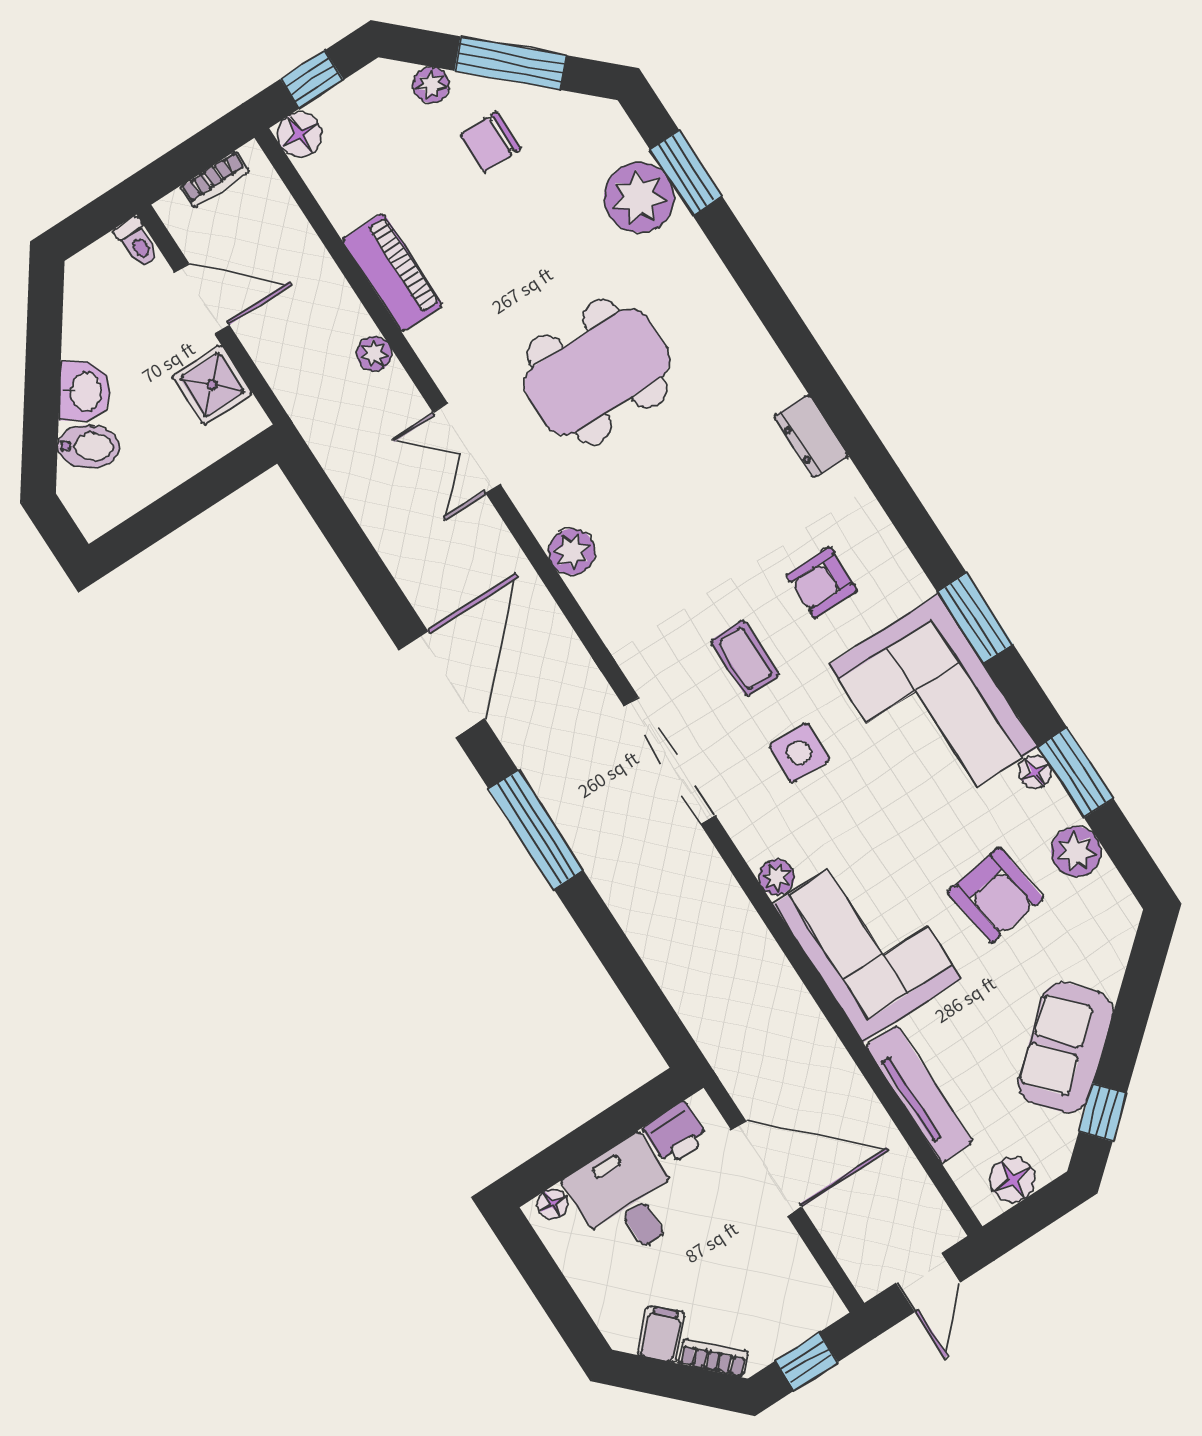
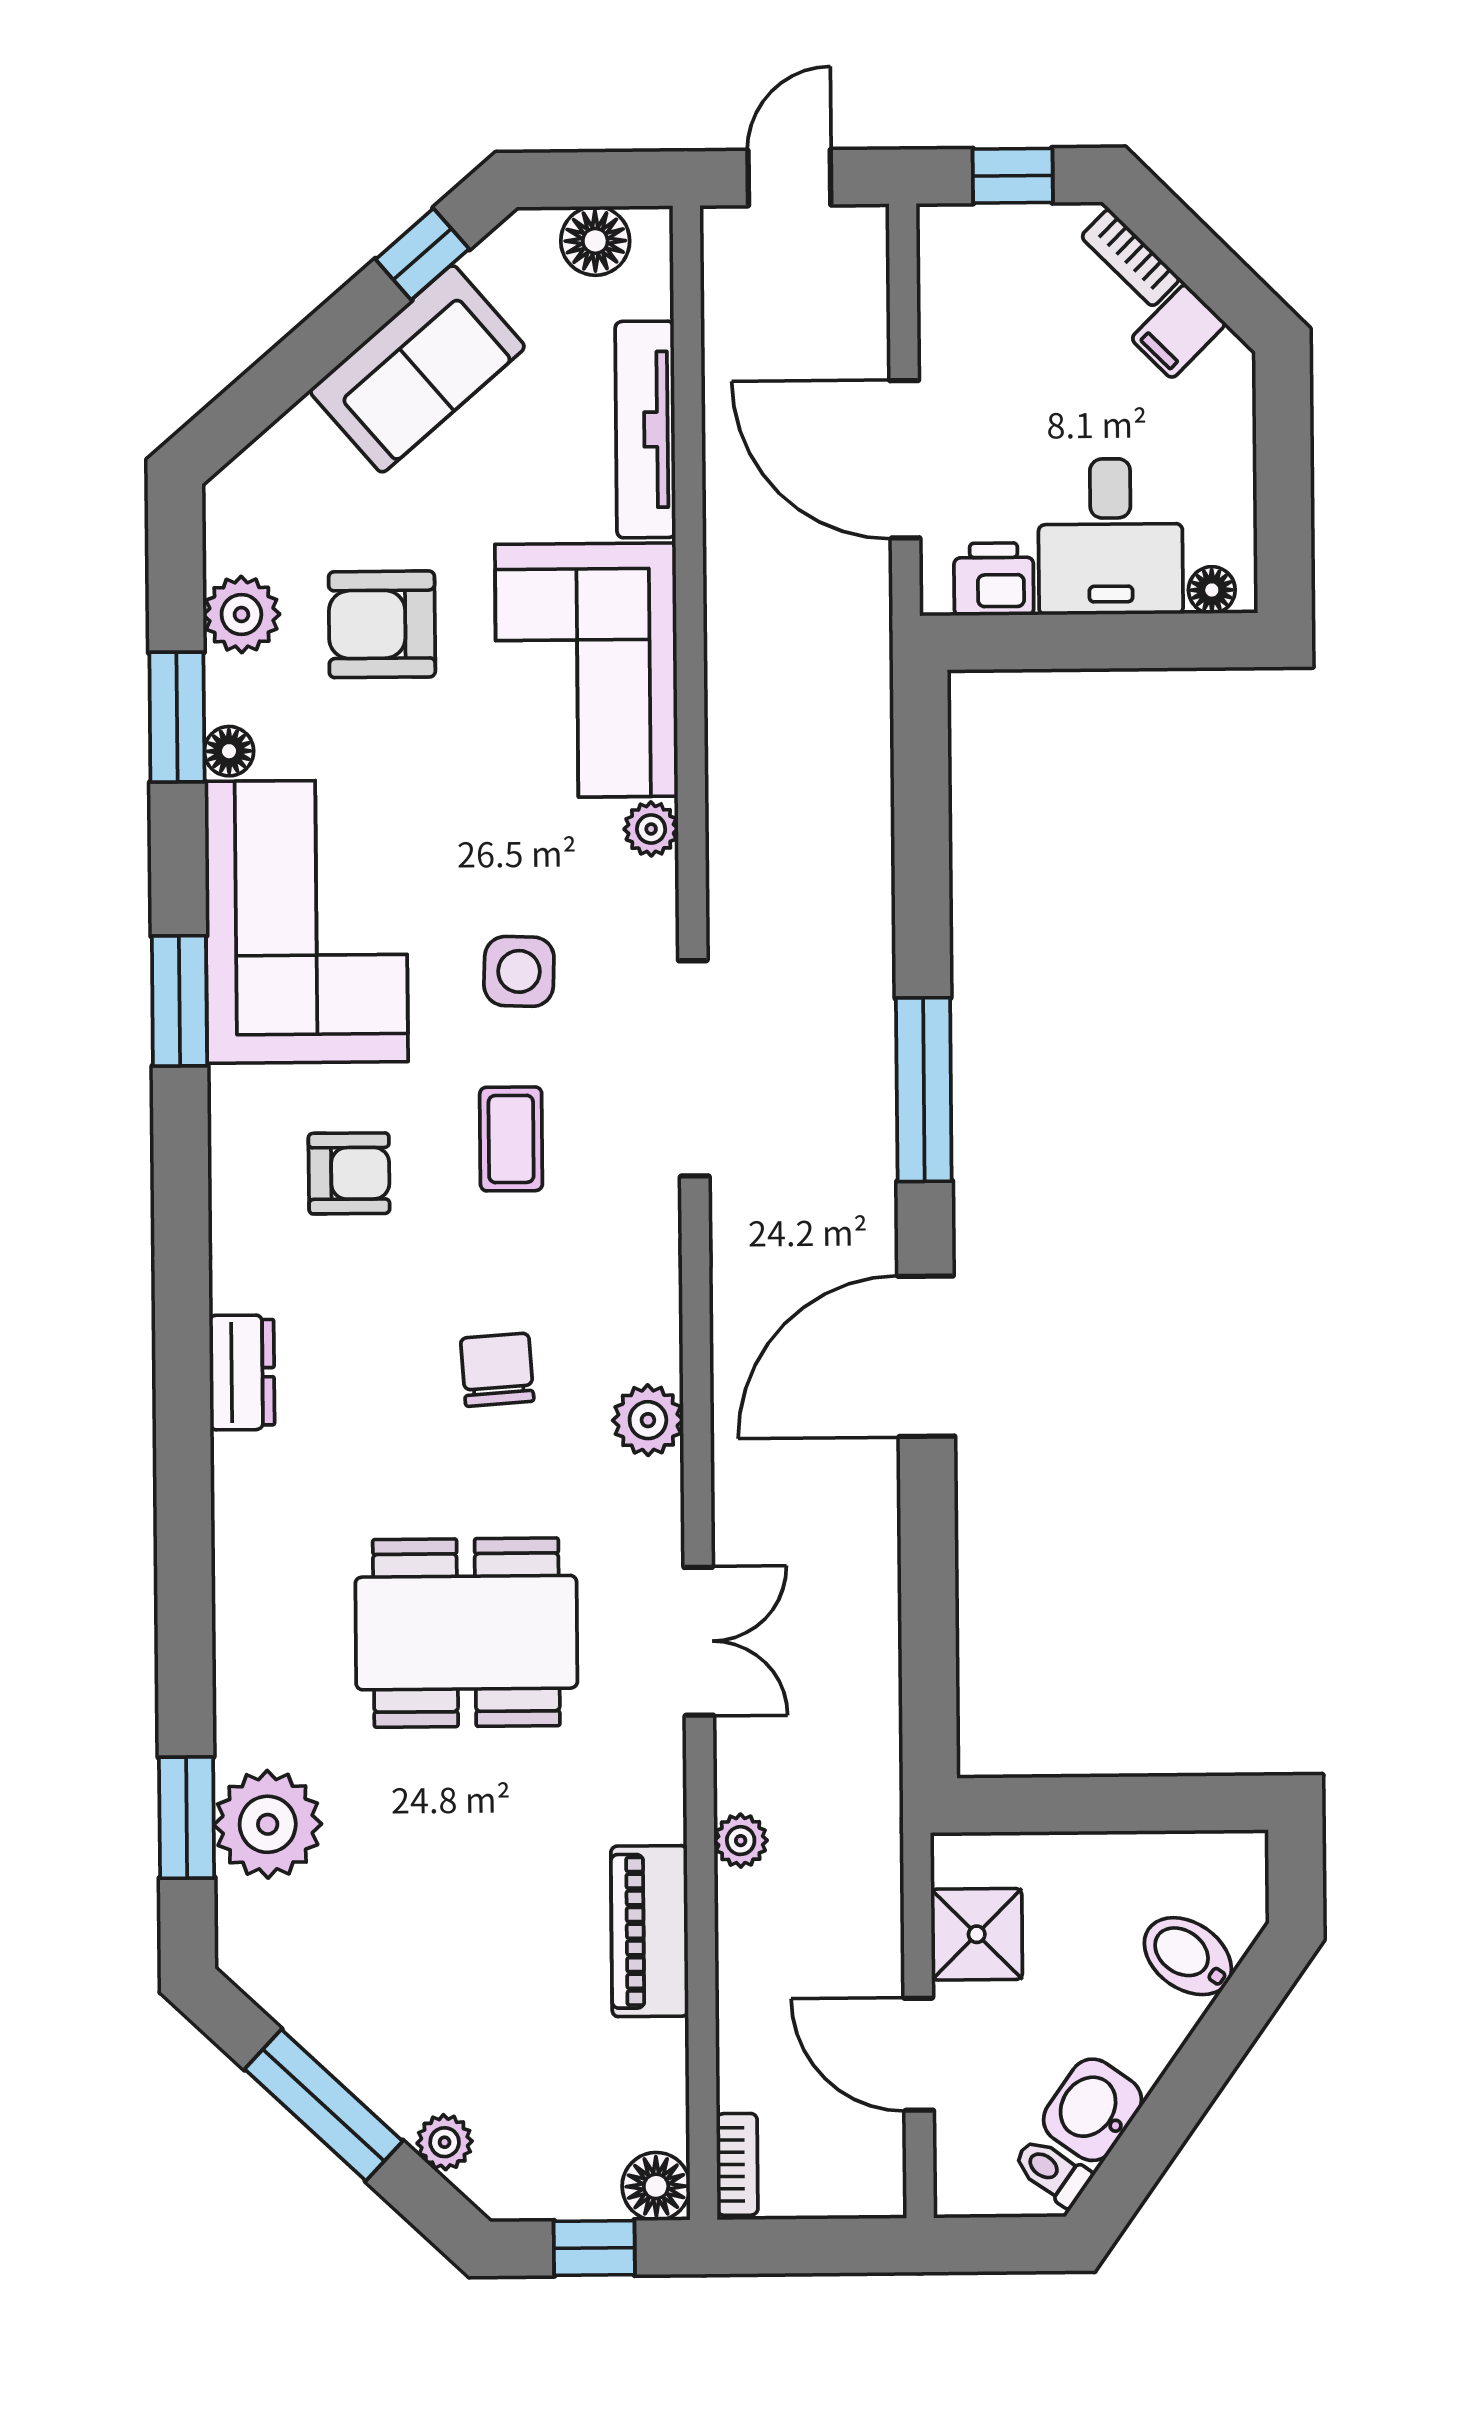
chair: (490, 142) -> (497, 1370), moved, turned -94
bookcase: (215, 179) -> (737, 2164), moved, turned 90
toilet: (137, 242) -> (1052, 2172), moved, turned -55
washbasin: (85, 392) -> (1093, 2110), moved
armchair: (996, 895) -> (382, 624), turned -82

